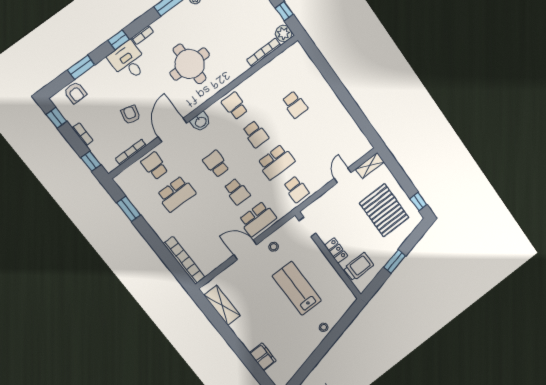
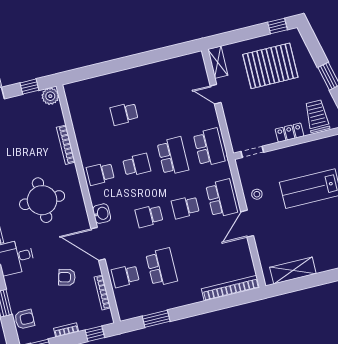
bookcase: (264, 52) -> (66, 145), moved
school desk: (295, 105) -> (124, 114), turned 180
school desk: (296, 189) -> (209, 147), width x1.85
school desk: (237, 192) -> (185, 207), turned 180

